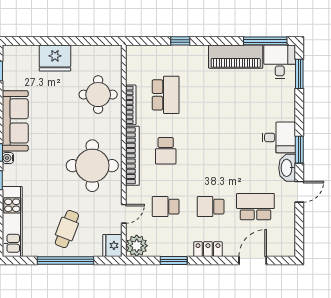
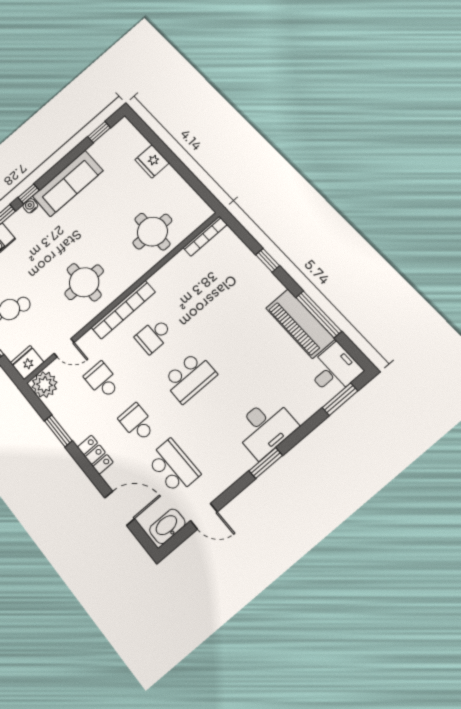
window: (265, 41) -> (319, 314), moved
fridge: (55, 58) -> (152, 161), width x0.73, depth x0.75
school desk: (166, 95) -> (190, 377), moved
bookcase: (131, 105) -> (205, 236), moved
desk: (279, 137) -> (265, 427), width x1.37
round table: (92, 166) -> (84, 282), width x0.73, depth x0.73
washbasin: (287, 168) -> (167, 526), moved
door: (299, 192) -> (204, 516), moved

